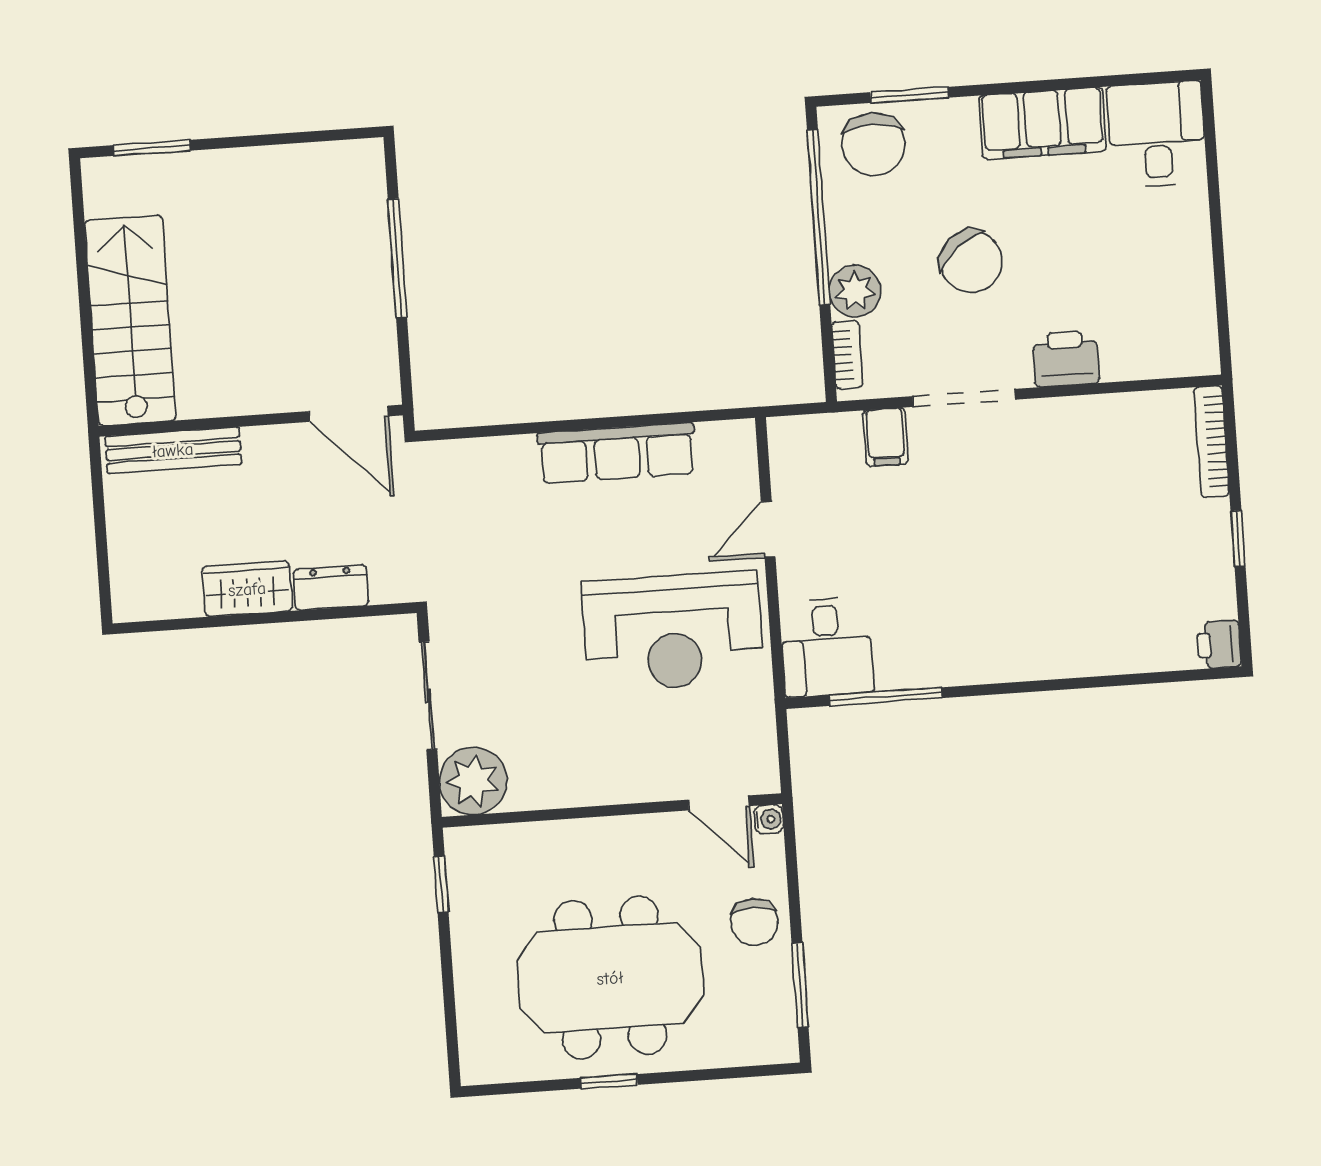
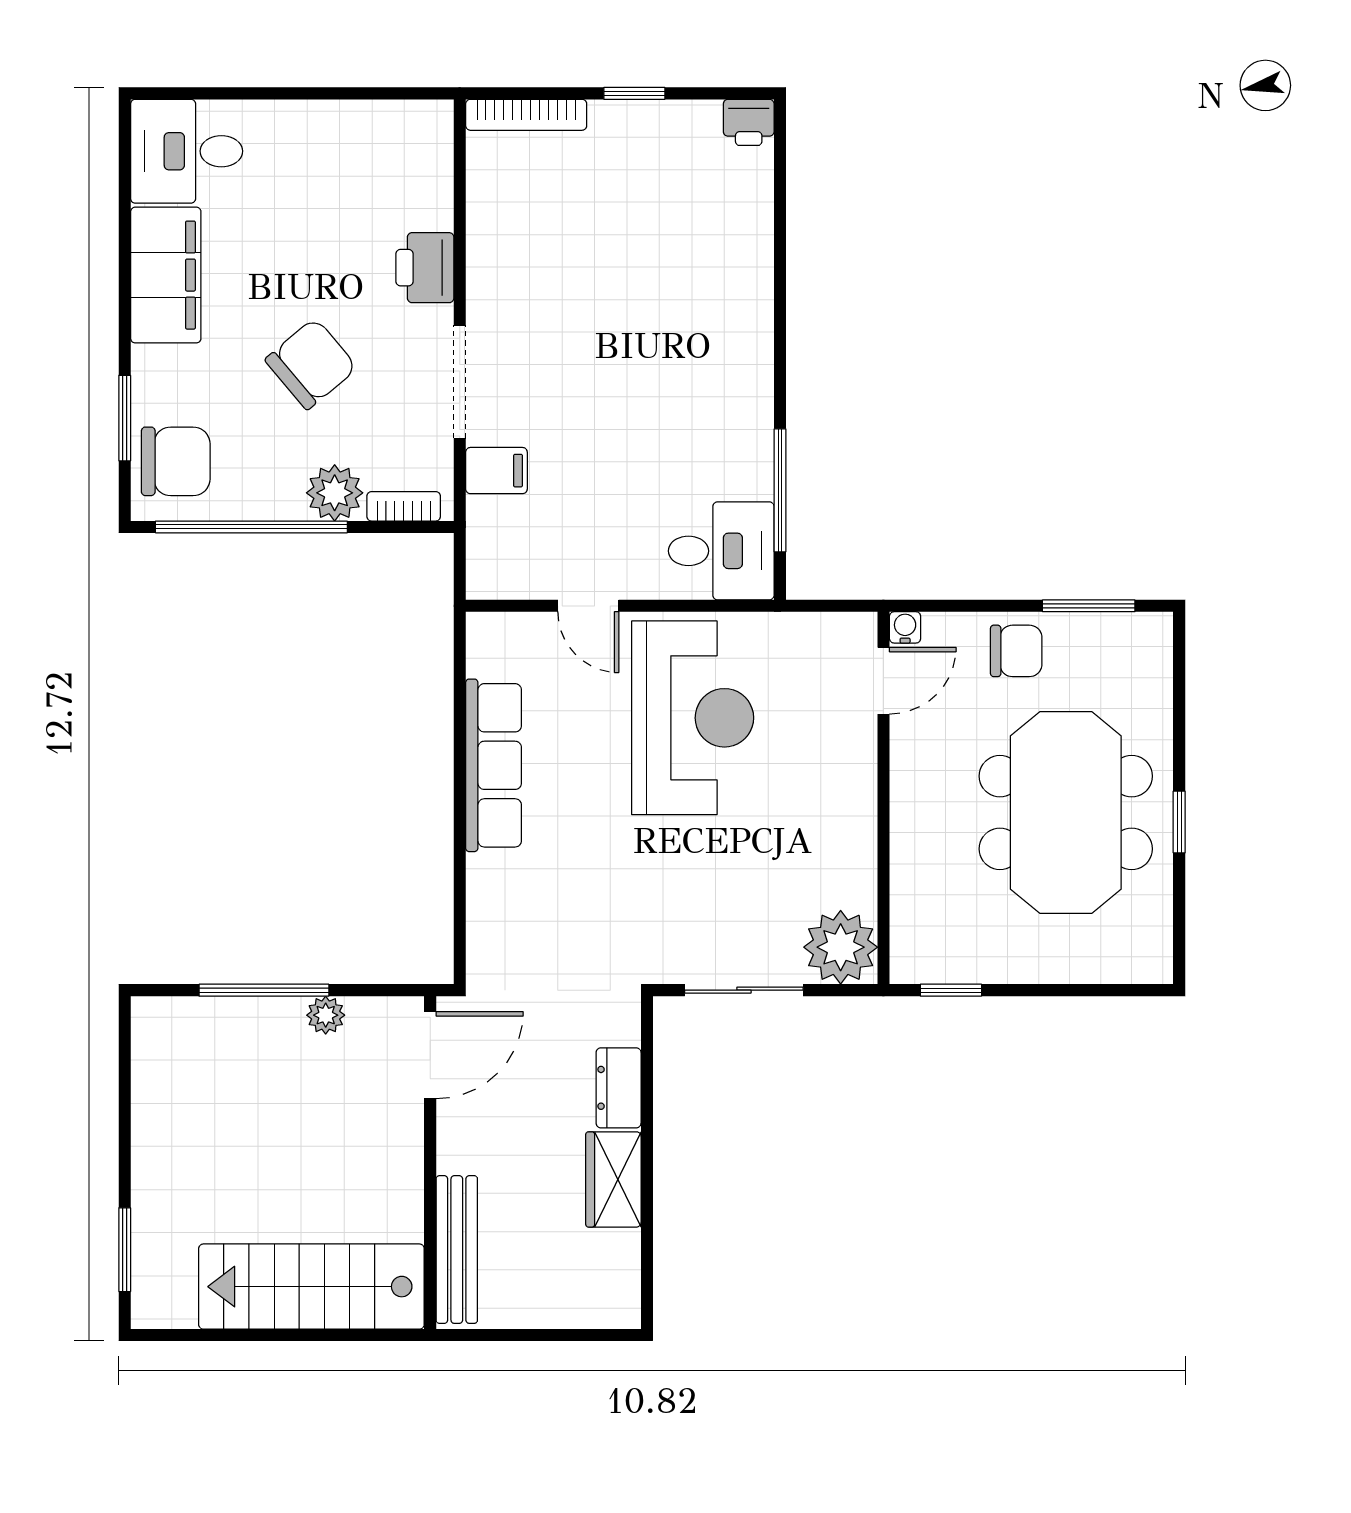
plant: (378, 316) -> (326, 1015), added

